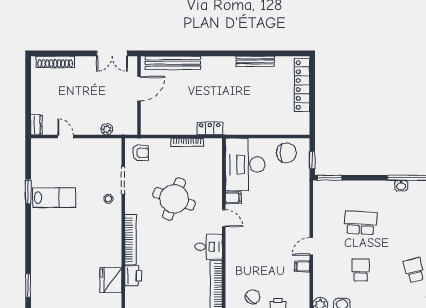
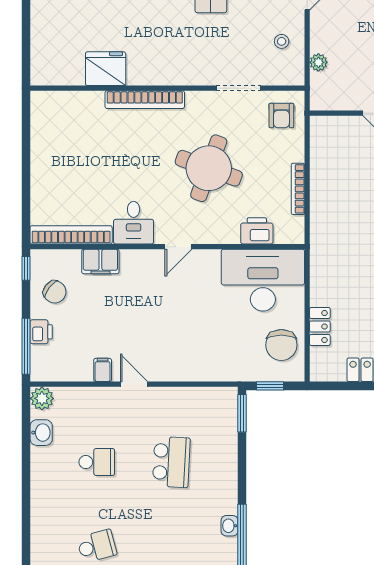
locker: (210, 128) -> (320, 326), moved
filing cabinet: (233, 198) -> (100, 261), moved, width x2.00
stool: (108, 199) -> (282, 41), moved
printer: (133, 276) -> (257, 231), moved, turned 180
fridge: (111, 280) -> (106, 69), moved

